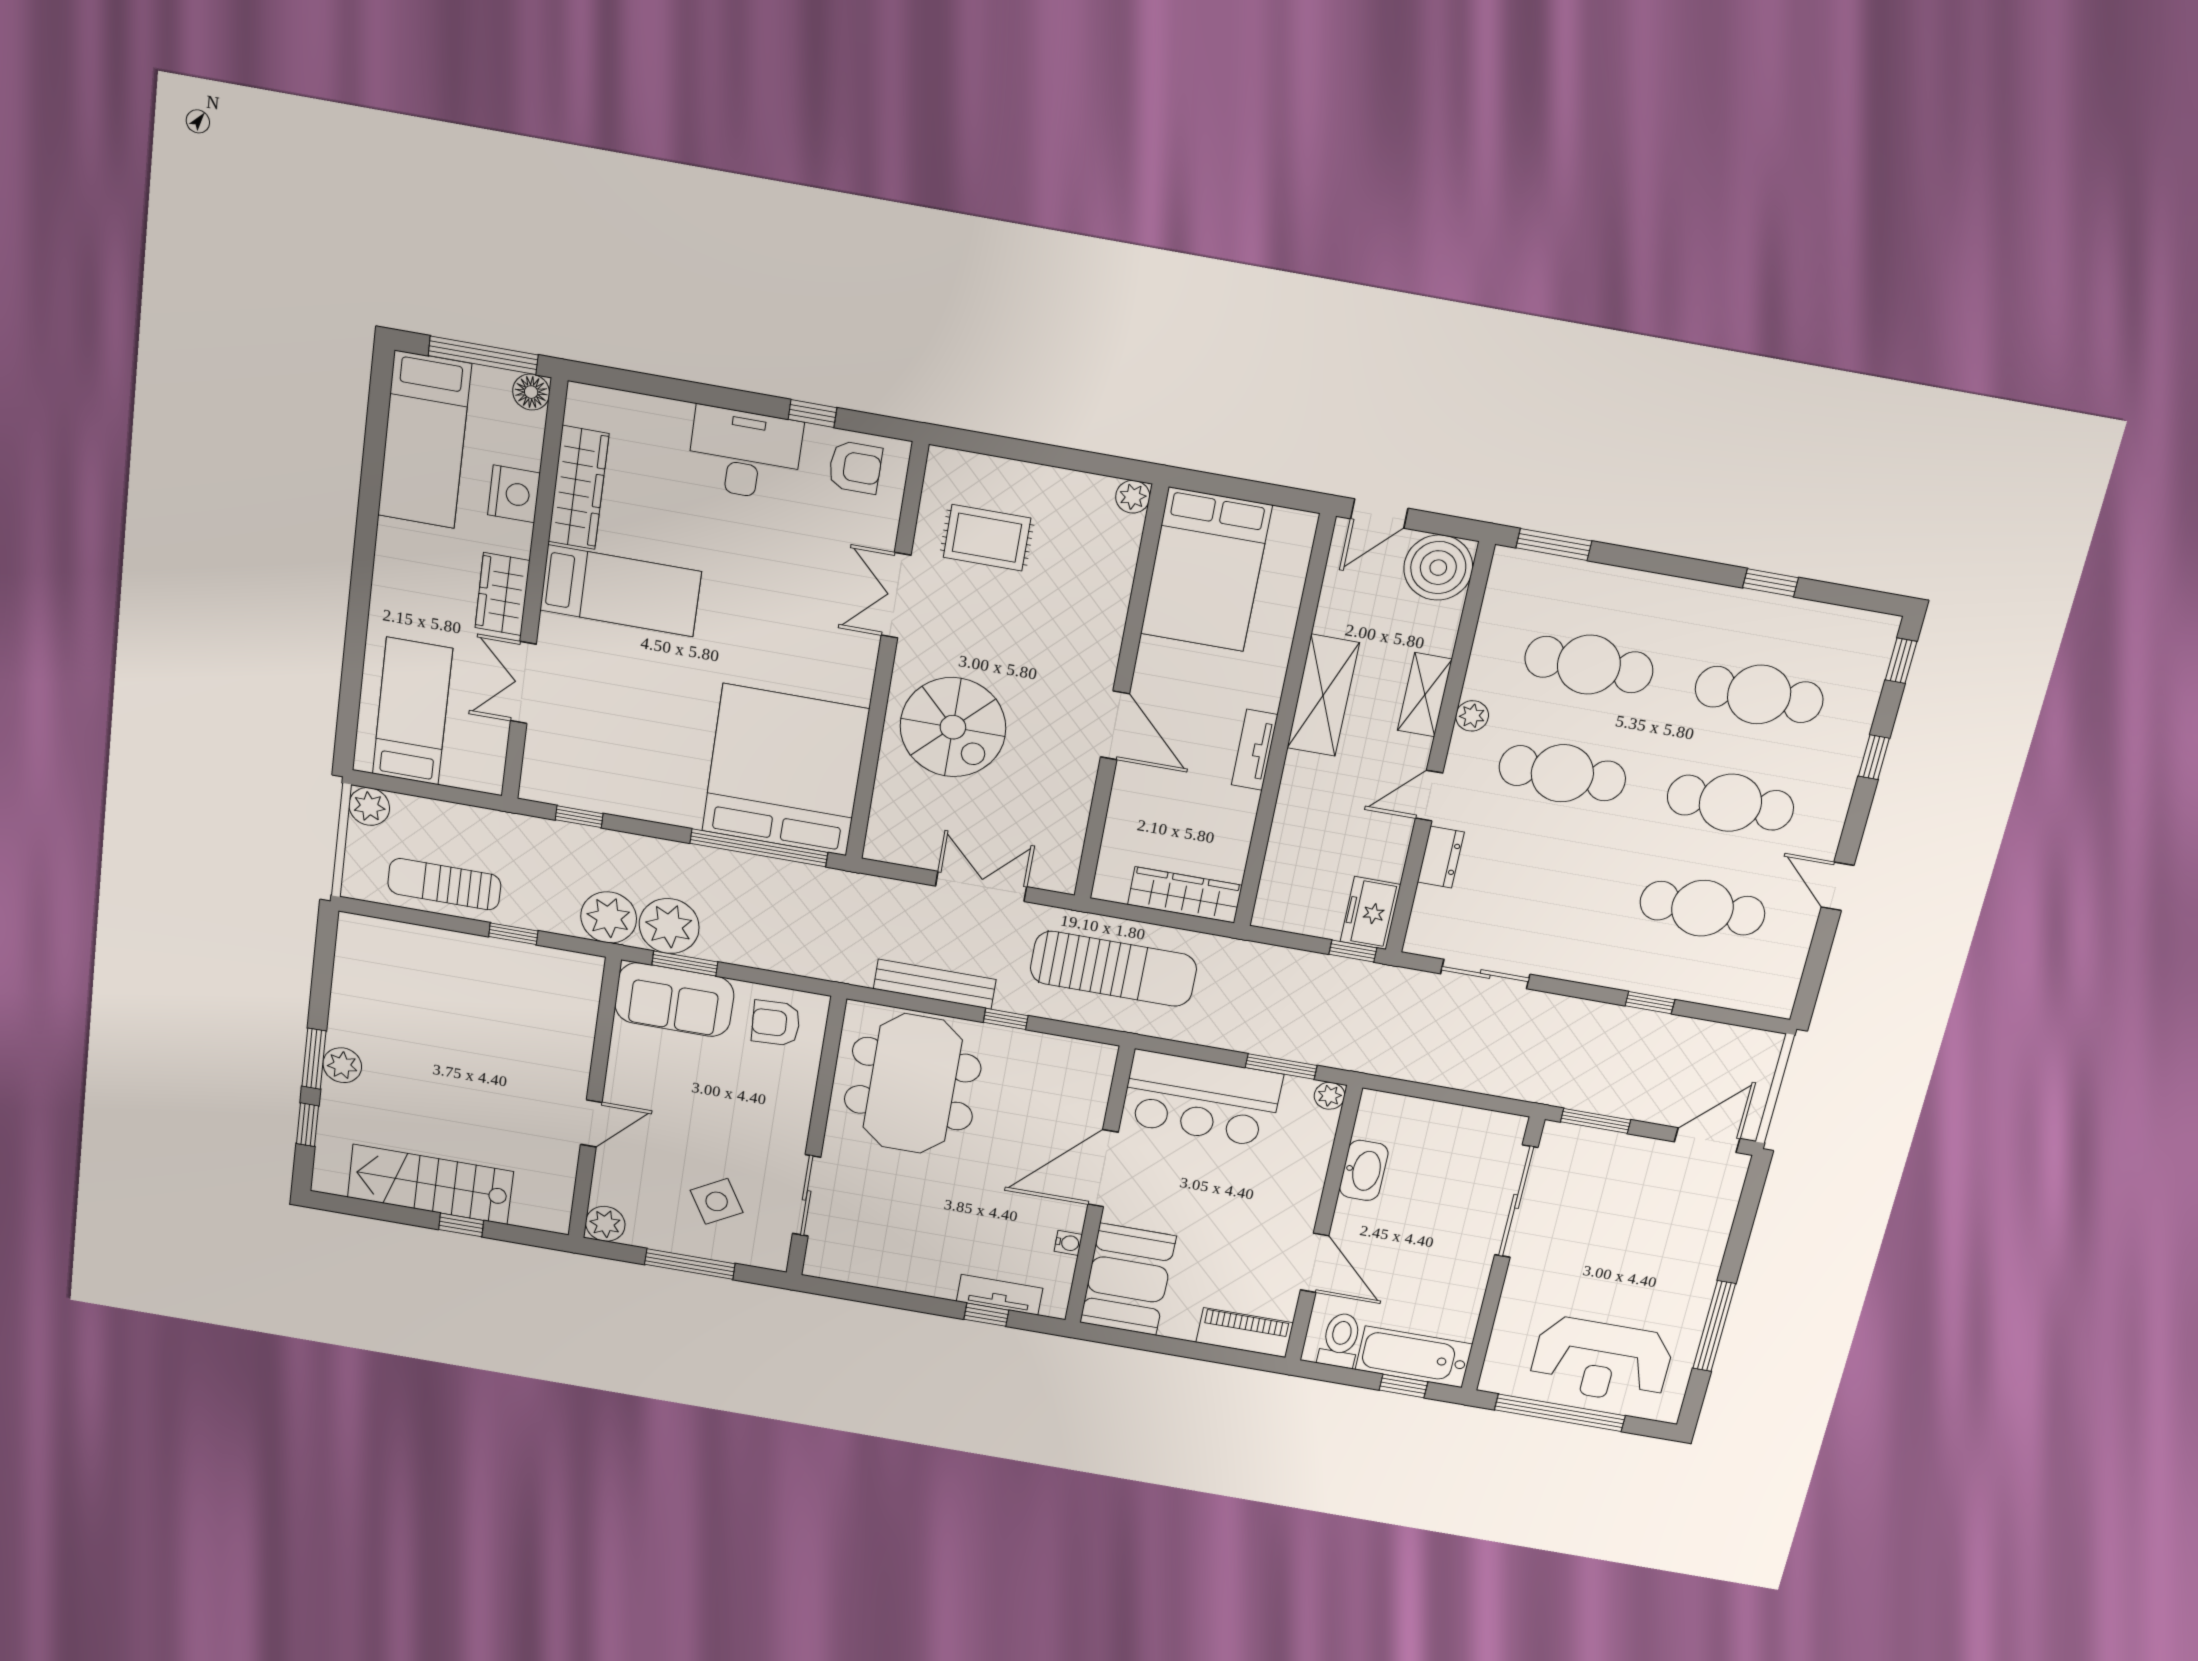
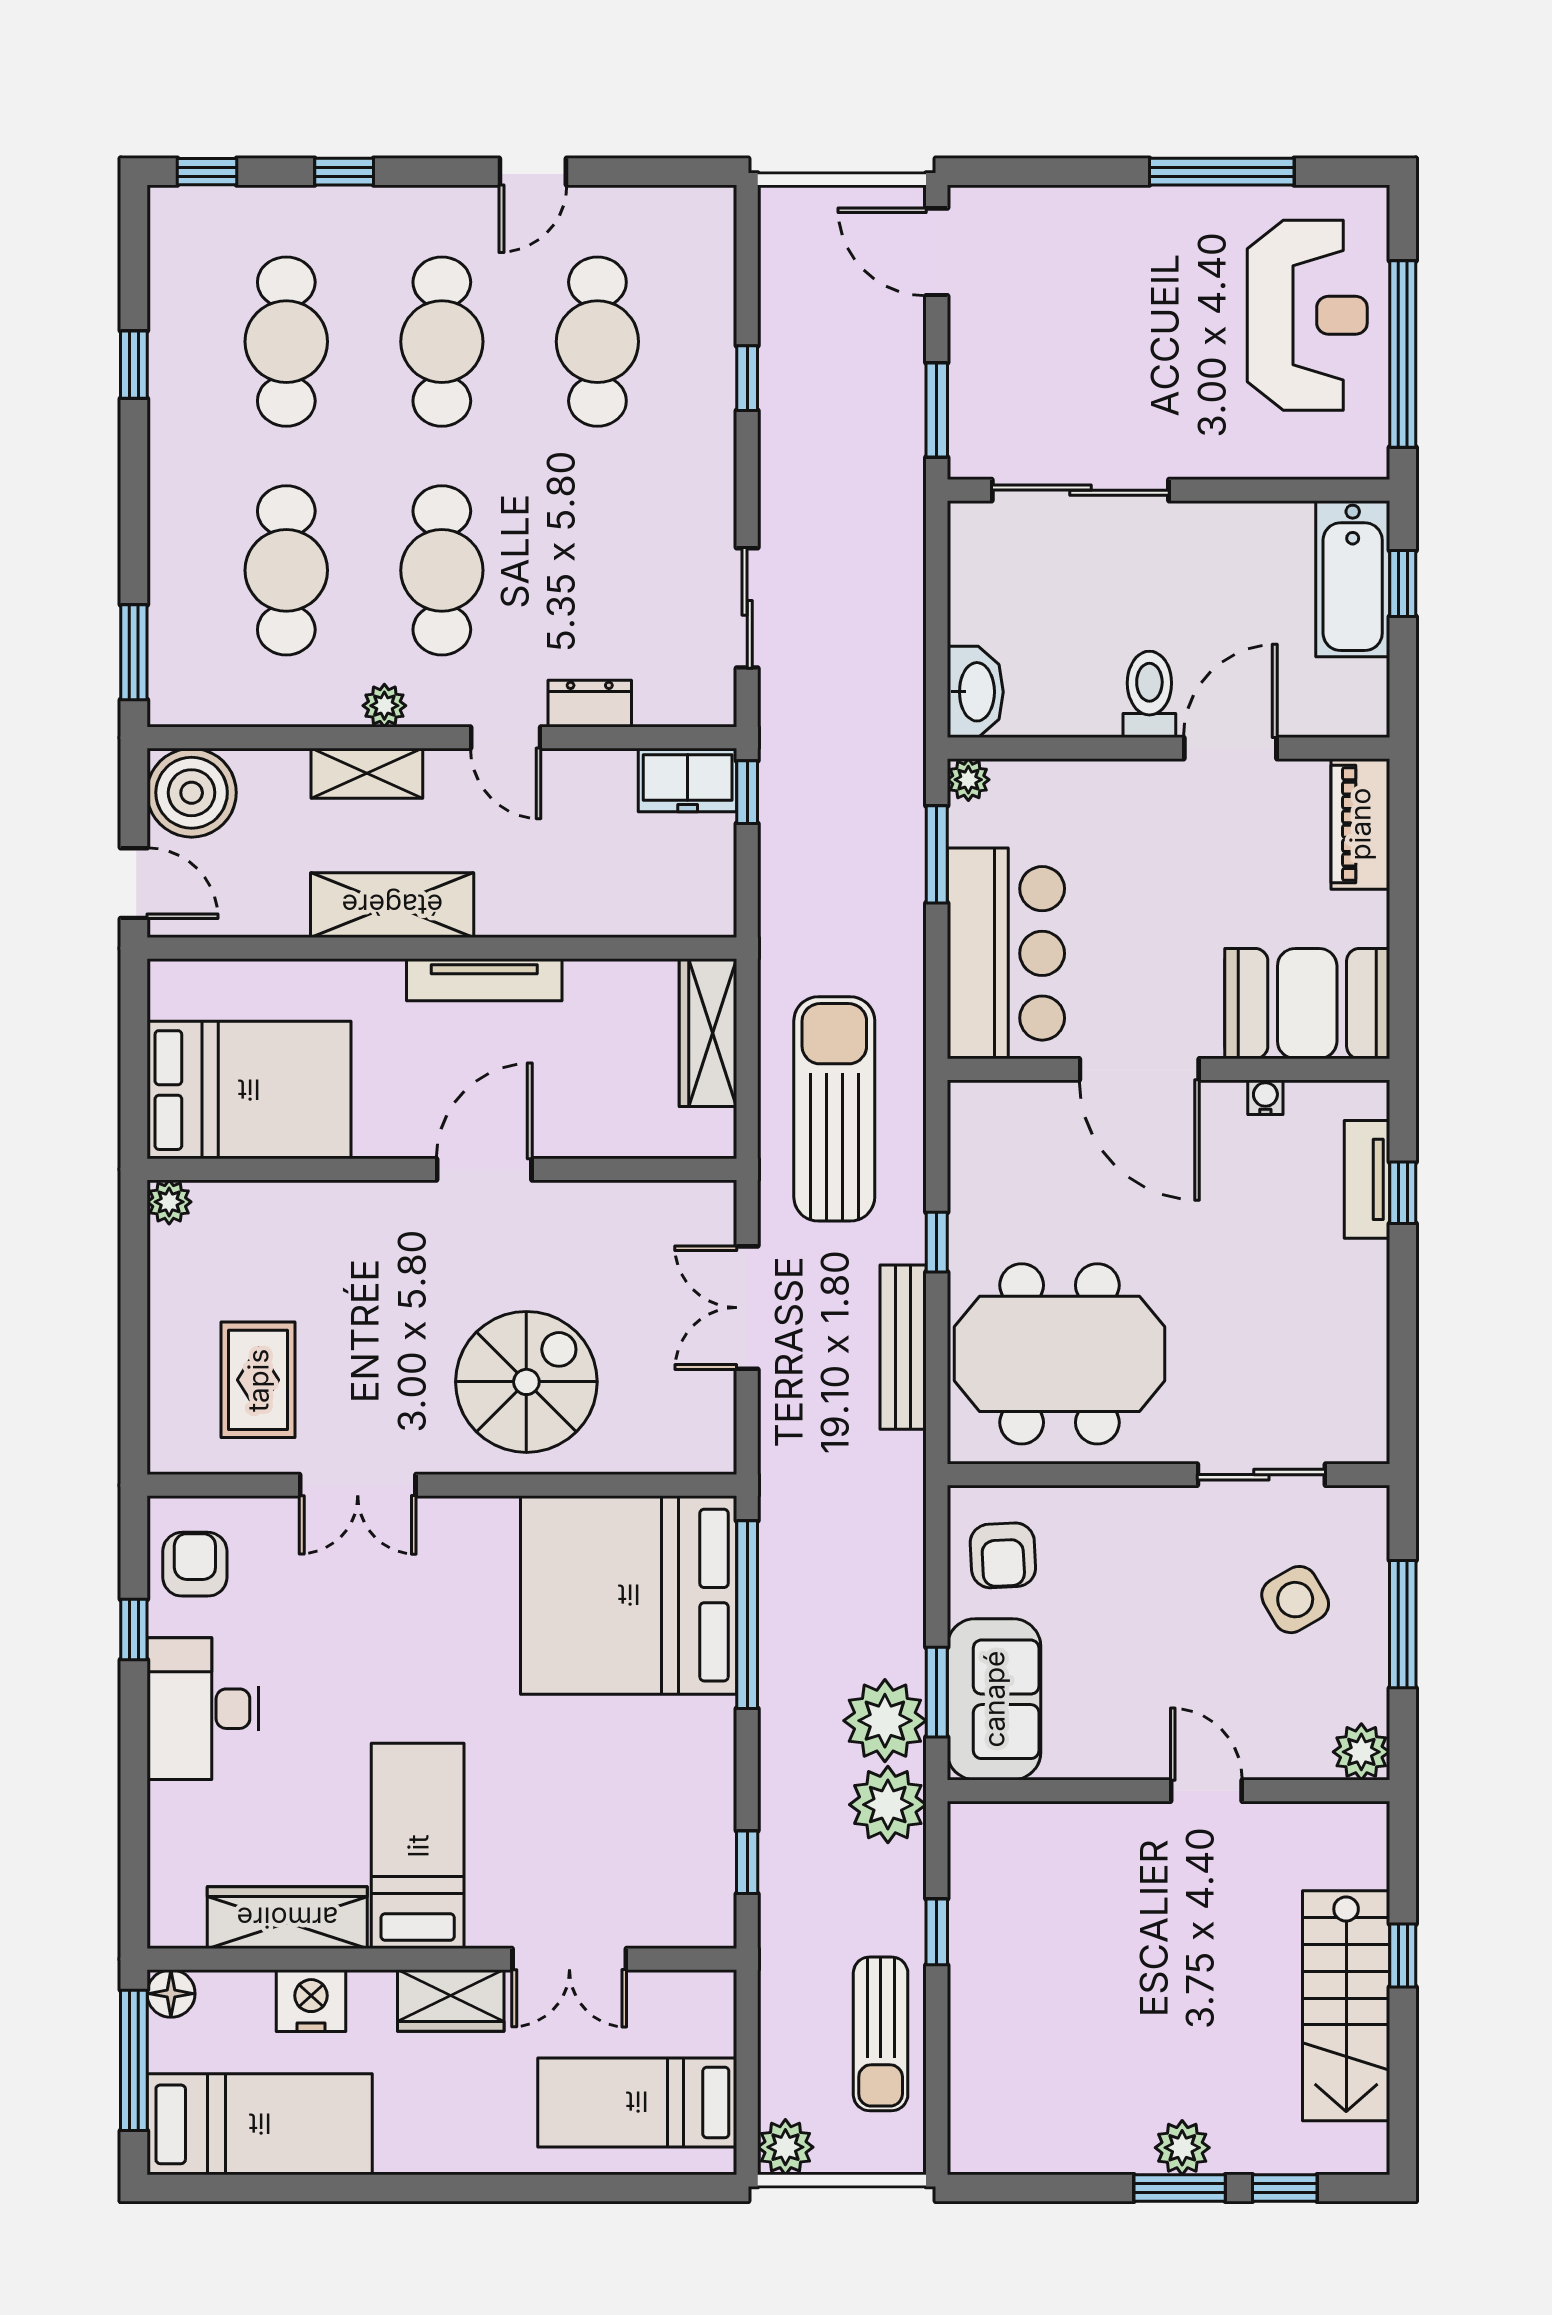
tv unit: (1255, 750) -> (484, 980), width x1.41
washbasin: (1364, 1170) -> (975, 692), moved, turned 90
toilet: (1340, 1340) -> (1149, 694), moved, turned 90

